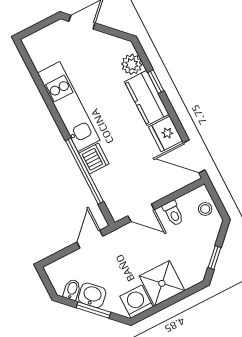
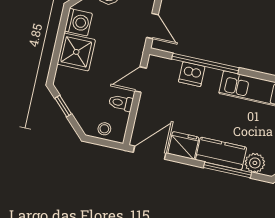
window: (156, 82) -> (228, 170), width x2.17
dishwasher: (94, 159) -> (192, 74), moved

